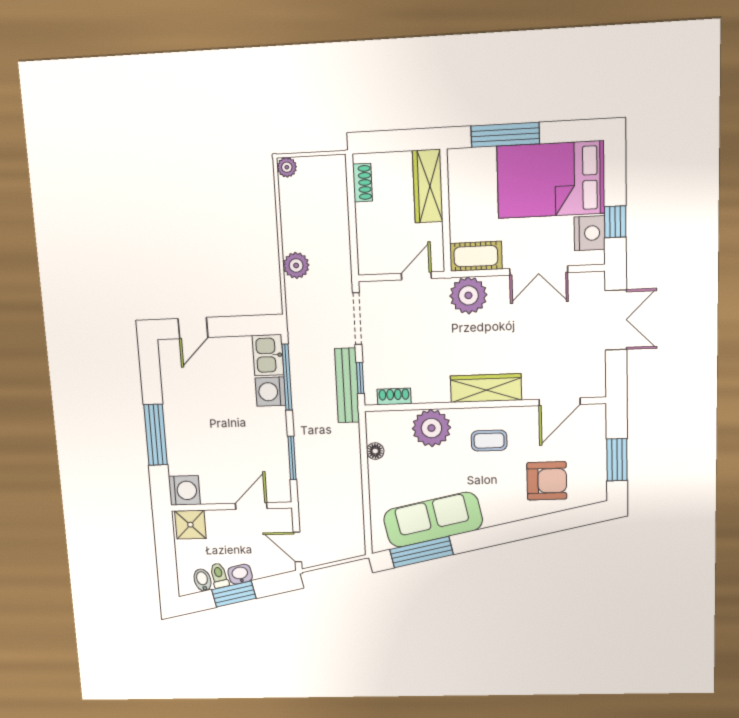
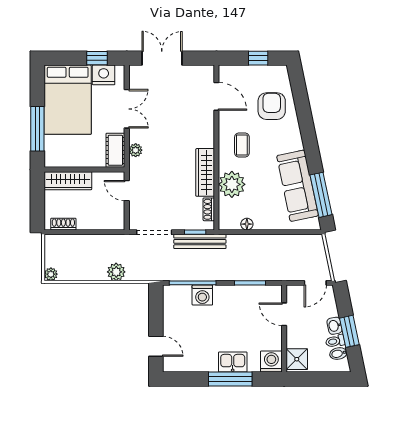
plant: (468, 295) -> (136, 150), width x0.53, depth x0.53
kitchen sink: (268, 355) -> (233, 362), moved, turned 180
wardrobe: (486, 388) -> (205, 172), moved
window: (617, 460) -> (258, 58), width x0.67

